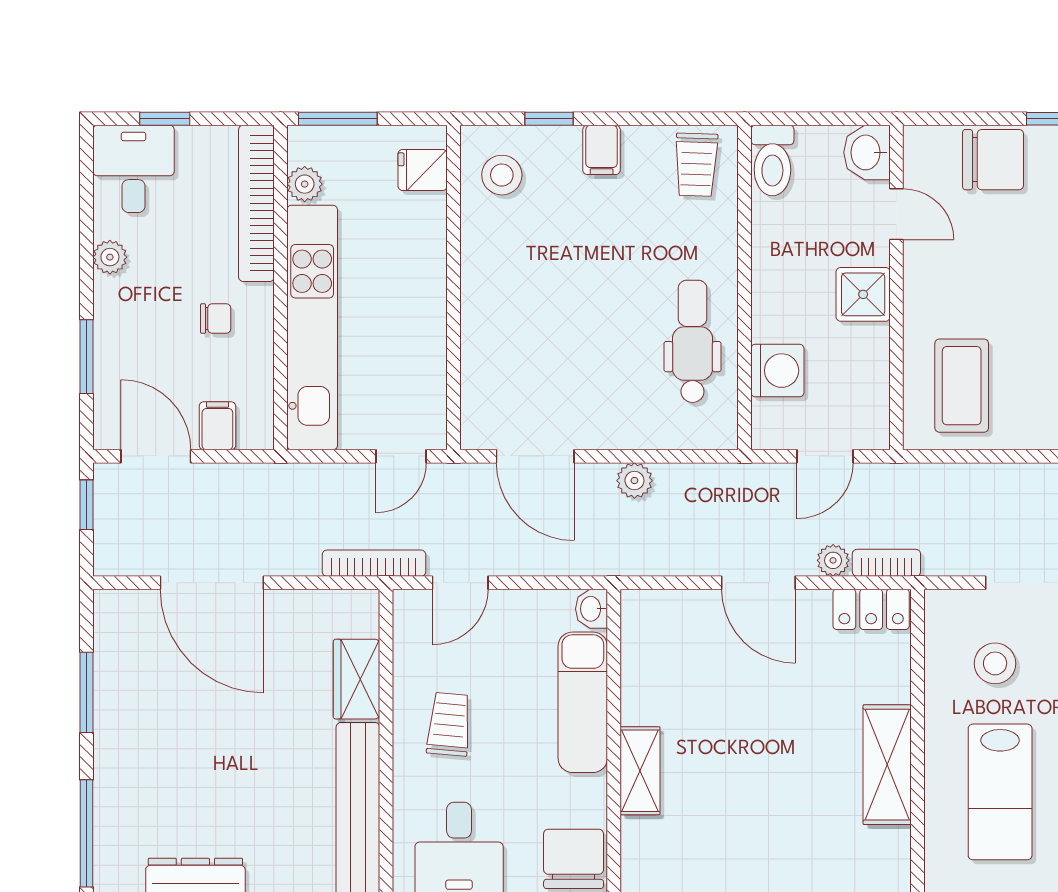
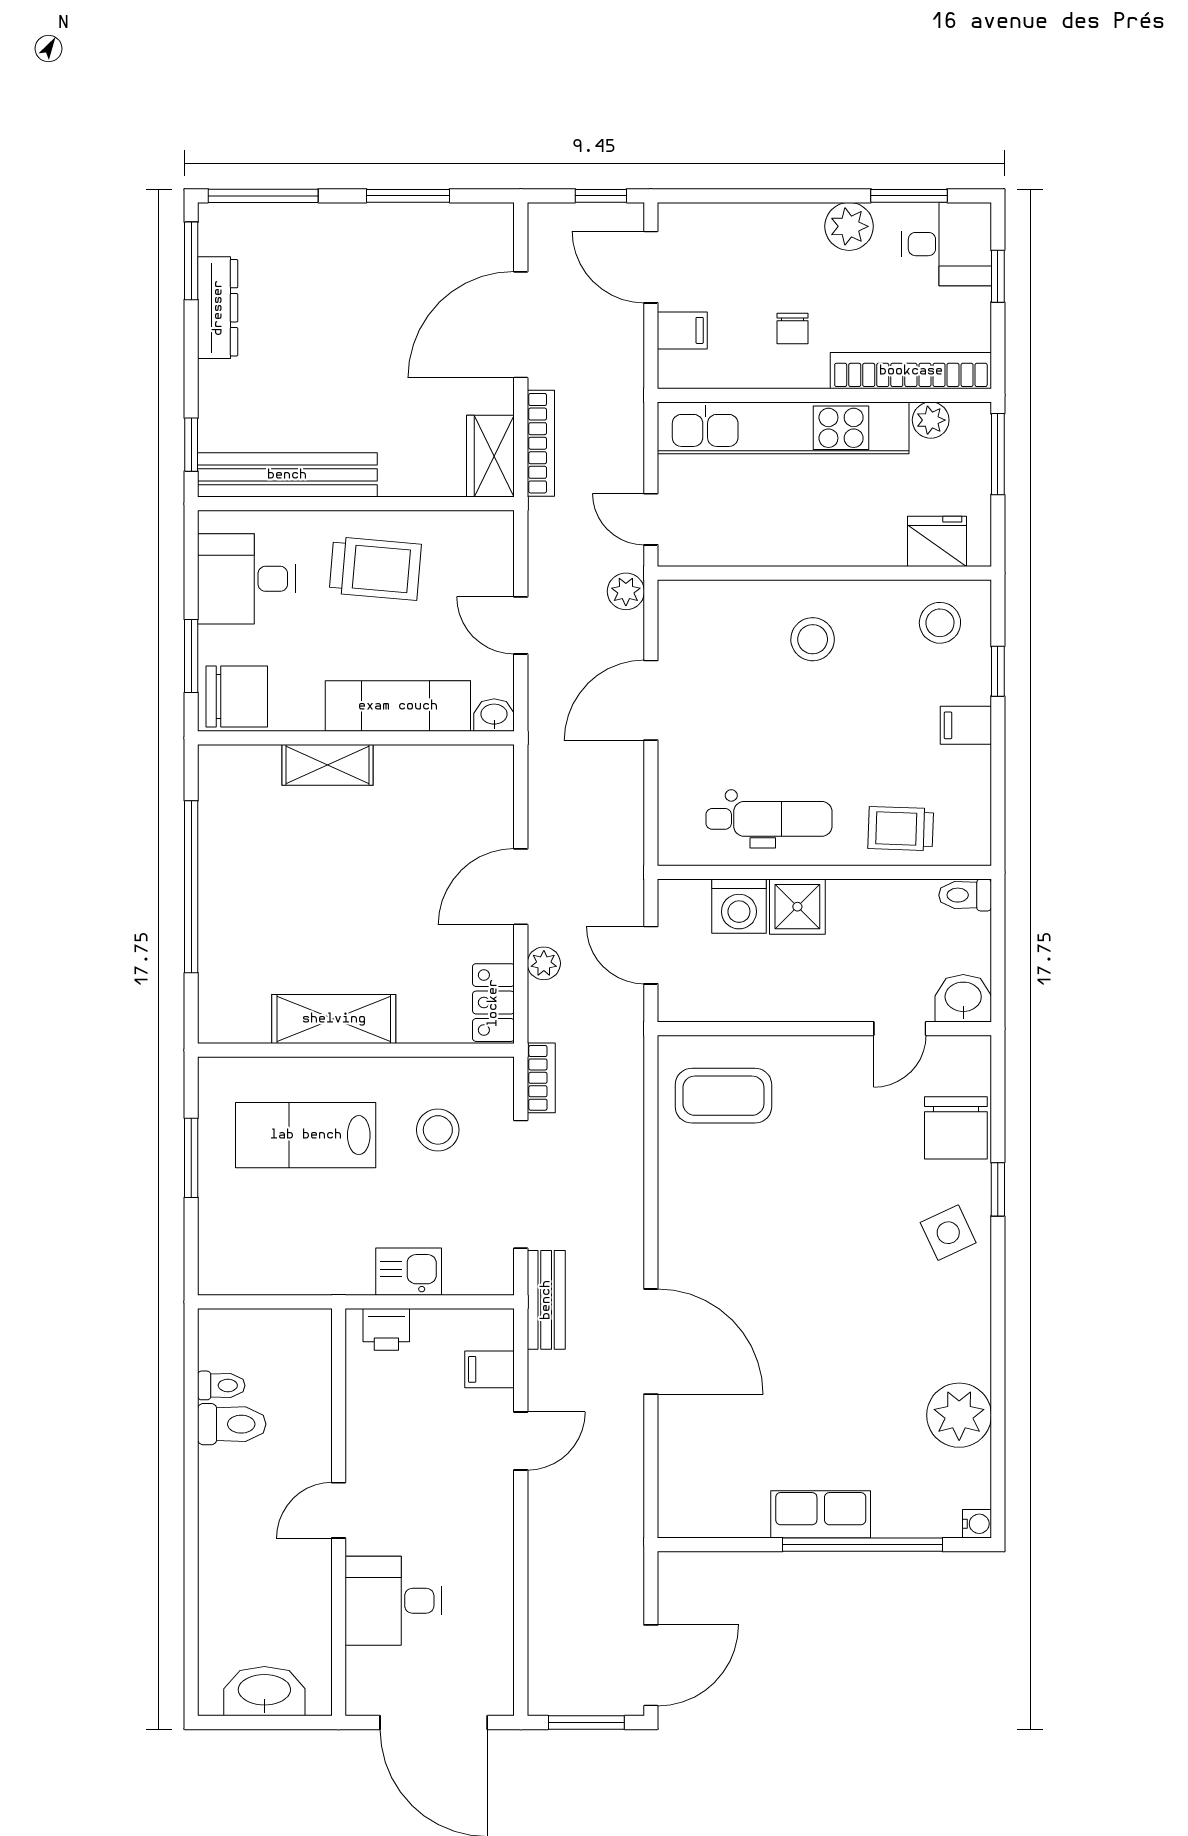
toilet: (772, 161) -> (965, 895), width x0.73, depth x0.72
trolley: (696, 165) -> (901, 829), moved
fridge: (423, 170) -> (937, 541), width x1.38
plant: (110, 257) -> (849, 226), width x1.38, depth x1.38
shower: (863, 294) -> (797, 907), moved
stool: (518, 299) -> (813, 639), added
window: (87, 357) -> (909, 196), moved
door: (156, 456) -> (651, 267), swing flipped
door: (535, 456) -> (651, 700), moved
plant: (634, 481) -> (626, 591), moved
bookcase: (374, 563) -> (541, 443), moved
bookcase: (886, 563) -> (541, 1078), moved
door: (460, 583) -> (521, 625), moved
wardrobe: (357, 679) -> (490, 456), moved, turned -90
trolley: (449, 724) -> (375, 569), width x1.36, depth x1.39

